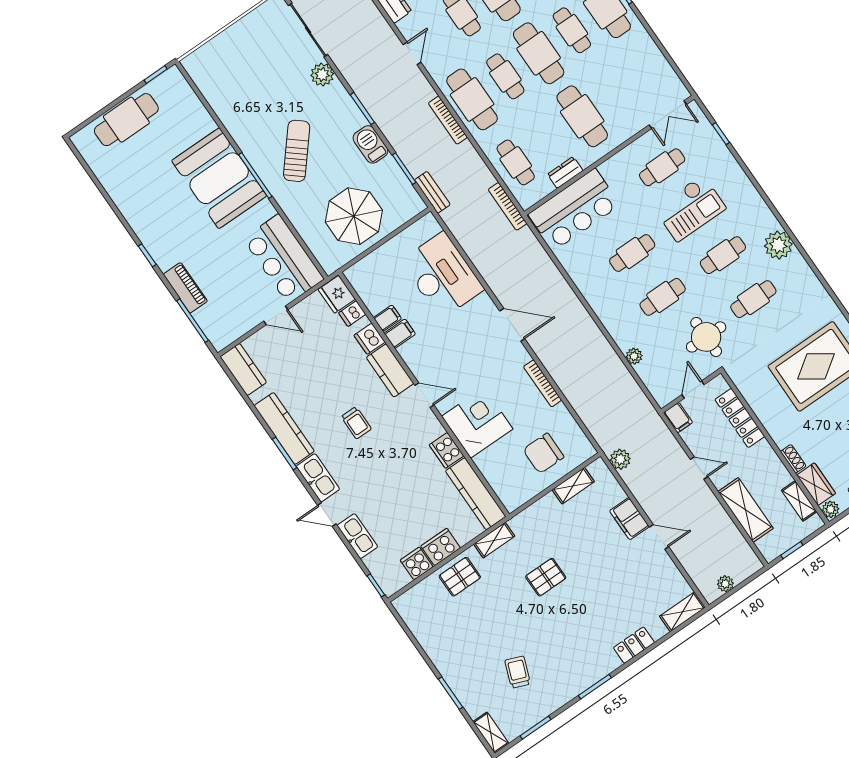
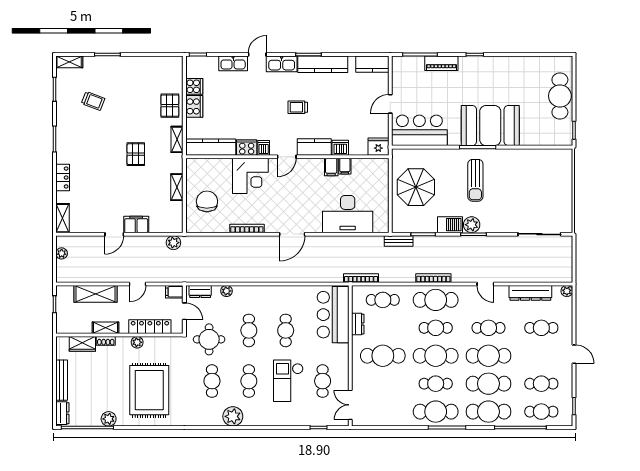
plant: (322, 75) -> (472, 225), moved
sun lounger: (297, 151) -> (475, 180), turned 50
dishwasher: (352, 314) -> (264, 148), moved
dresser: (656, 387) -> (200, 291), added
shelving: (573, 486) -> (177, 187), moved
shelving: (799, 501) -> (106, 328), moved
plant: (831, 509) -> (137, 342), moved

